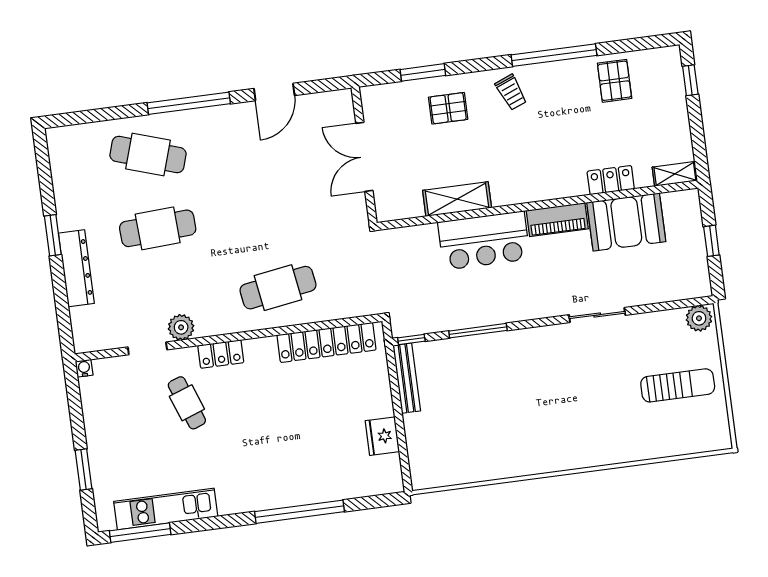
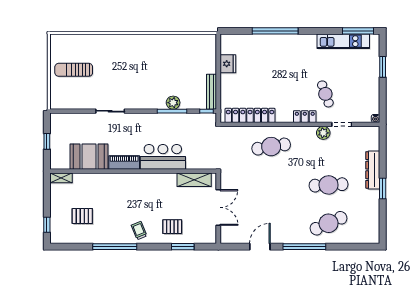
pallet: (615, 81) -> (82, 216), moved, turned 90
cafe table: (148, 155) -> (329, 223), turned -42
locker: (611, 180) -> (94, 179), removed
shelving: (457, 199) -> (194, 180), moved
plant: (699, 318) -> (173, 103), moved

